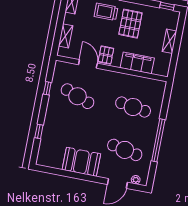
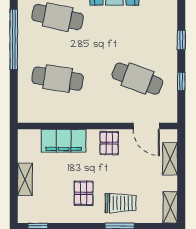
pallet: (130, 24) -> (84, 193), width x0.67, depth x0.71
door: (88, 64) -> (146, 126), moved
window: (39, 131) -> (181, 40), moved

